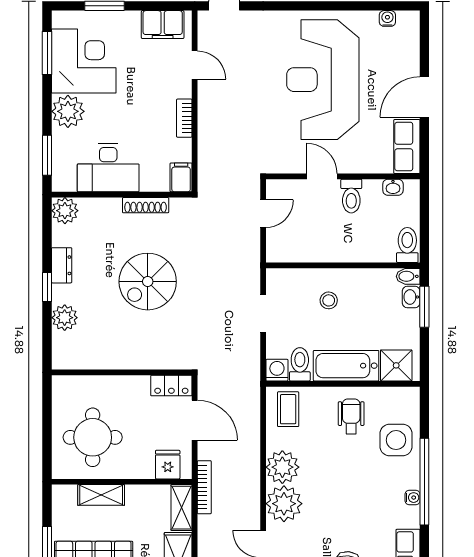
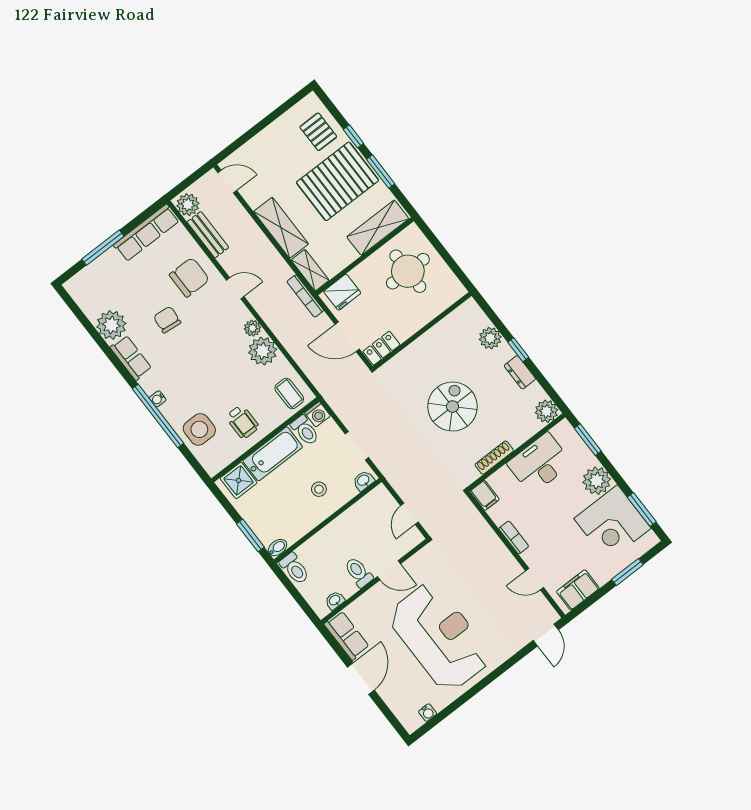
washbasin: (411, 297) -> (363, 481), moved, turned -90
fridge: (168, 465) -> (342, 292), width x1.38
shelving: (101, 495) -> (378, 228), width x1.50, depth x1.33
plant: (284, 504) -> (252, 328), width x0.53, depth x0.53

